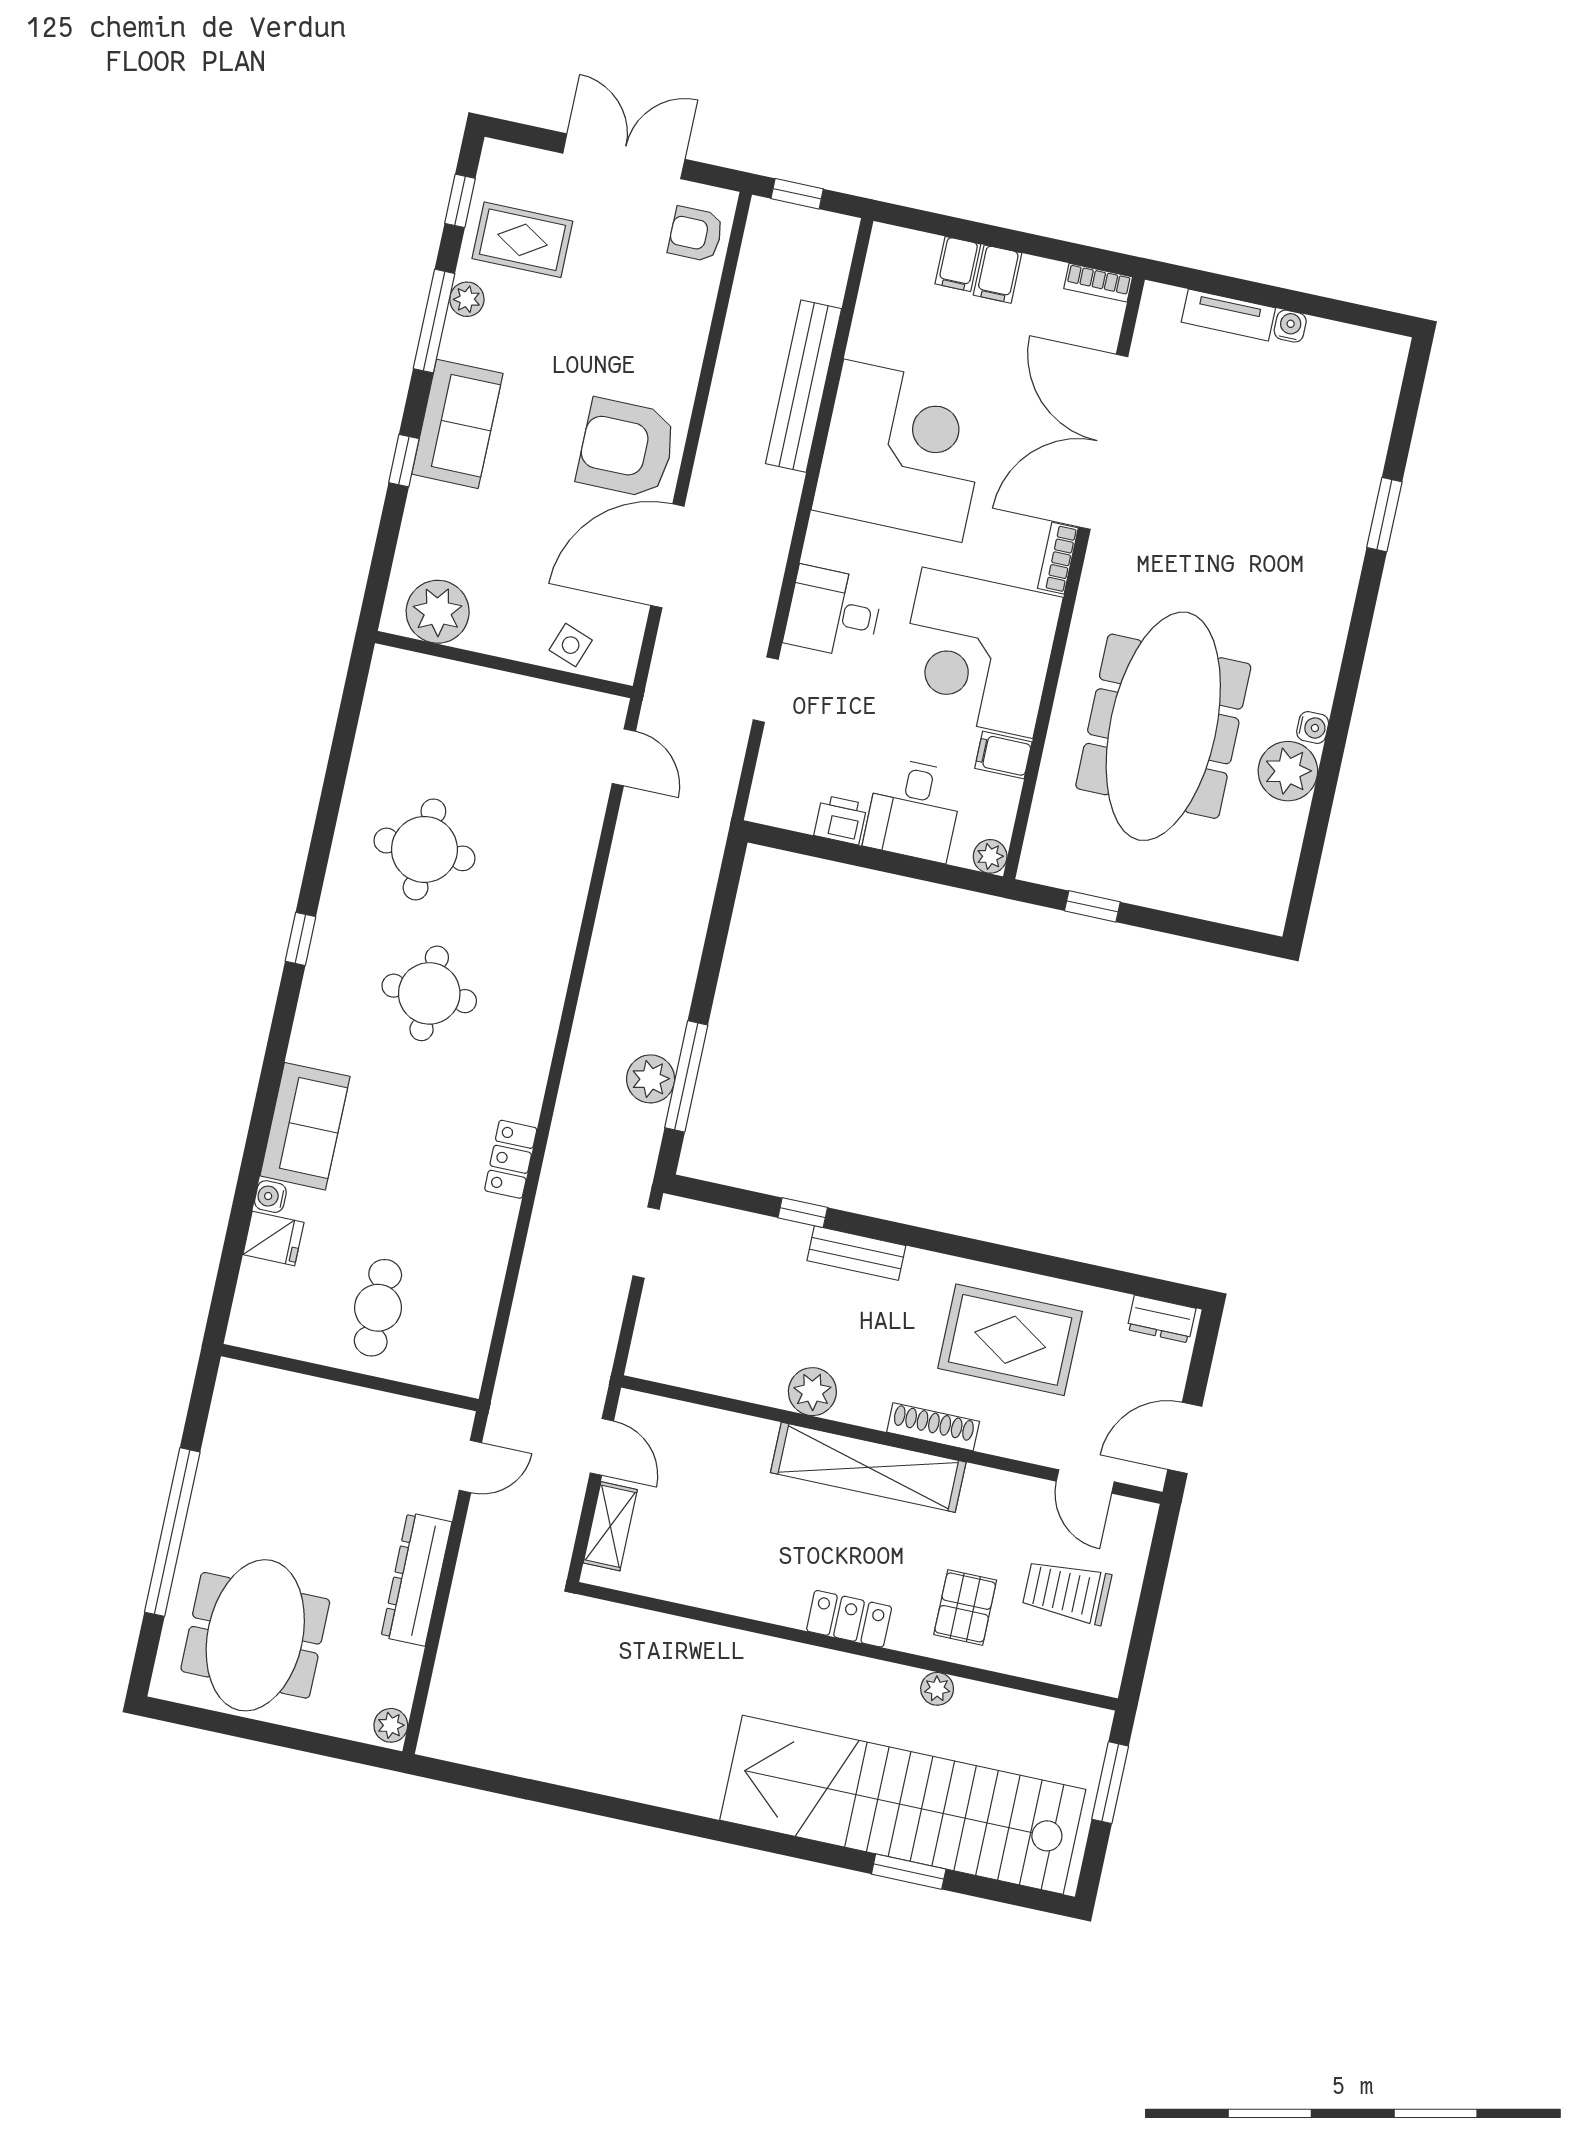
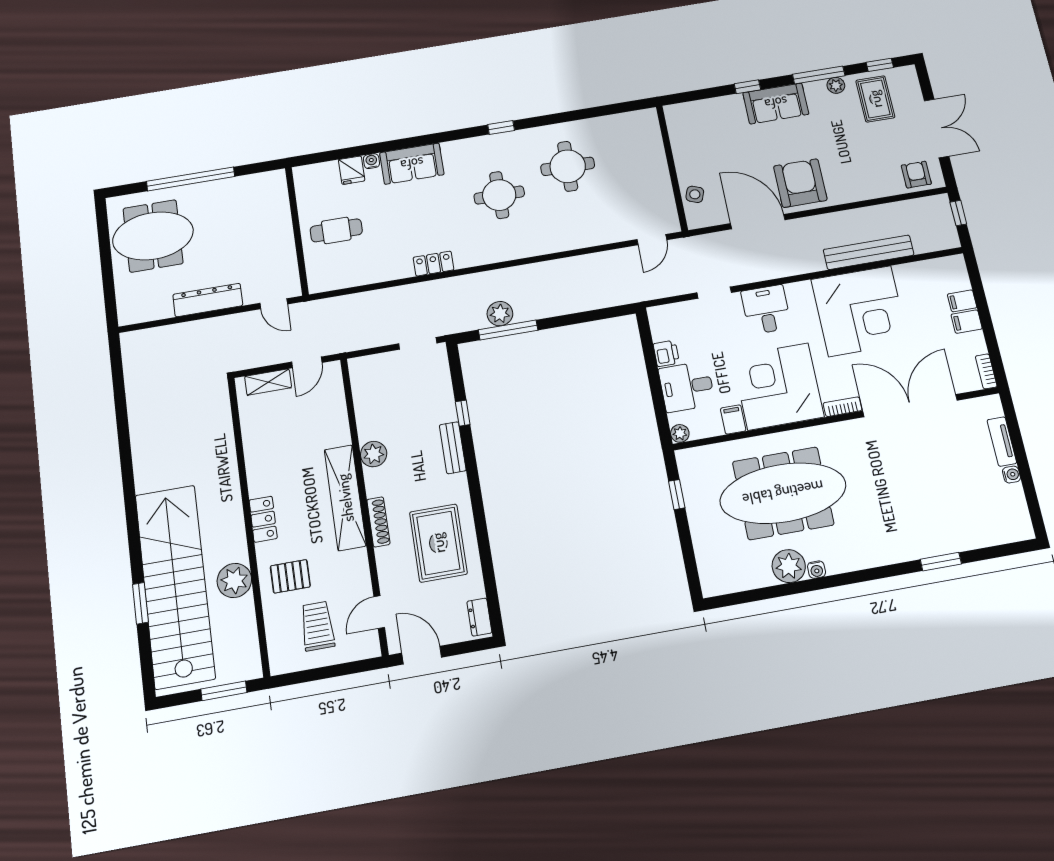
plant: (438, 612) -> (683, 129), removed
plant: (937, 1689) -> (234, 580), width x1.88, depth x1.88
plant: (391, 1725) -> (130, 316), removed

